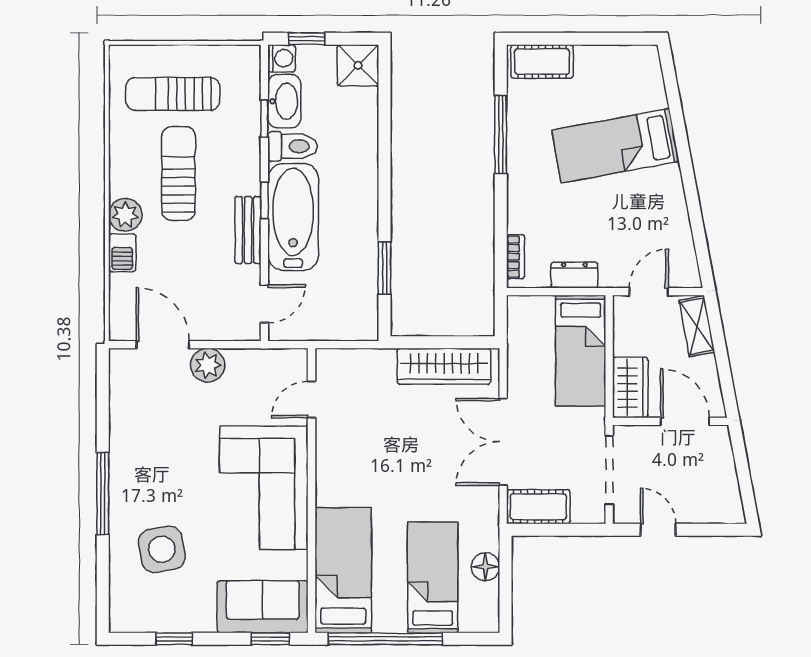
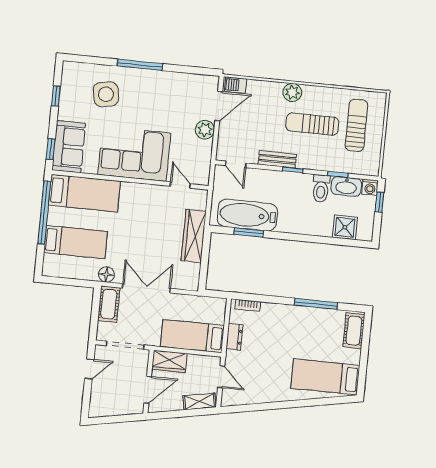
shower: (358, 65) -> (345, 227), moved
bed: (615, 146) -> (325, 377), moved, turned -79
sun lounger: (178, 173) -> (312, 124), turned 180
bathtub: (293, 217) -> (247, 215), moved, turned 180
barbecue: (122, 253) -> (236, 85), moved
wardrobe: (444, 366) -> (194, 236), moved
floor lamp: (485, 567) -> (106, 274), moved

